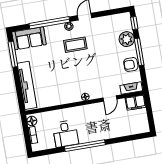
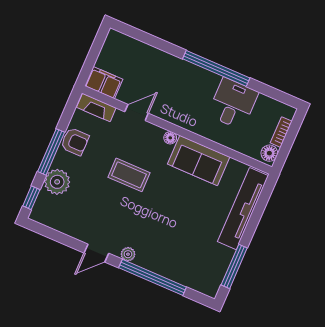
sofa: (29, 38) -> (199, 160), moved, turned 180
coffee table: (75, 45) -> (129, 175), moved

